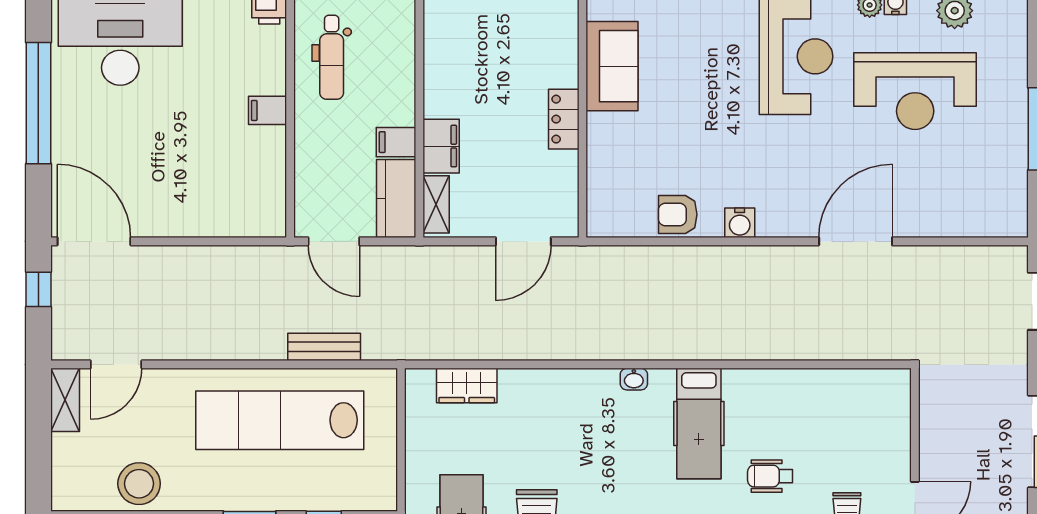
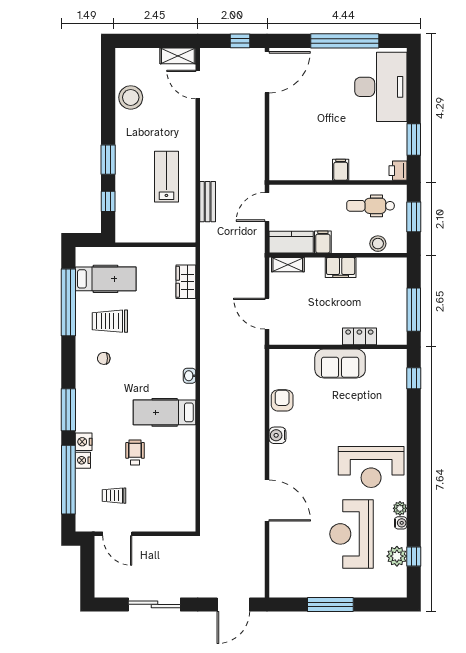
stool: (399, 44) -> (378, 244), added
sofa: (612, 66) -> (340, 364), moved
locker: (564, 119) -> (359, 336), moved
filing cabinet: (441, 146) -> (341, 267), moved
lab bench: (280, 420) -> (166, 177), width x0.54, depth x0.72

